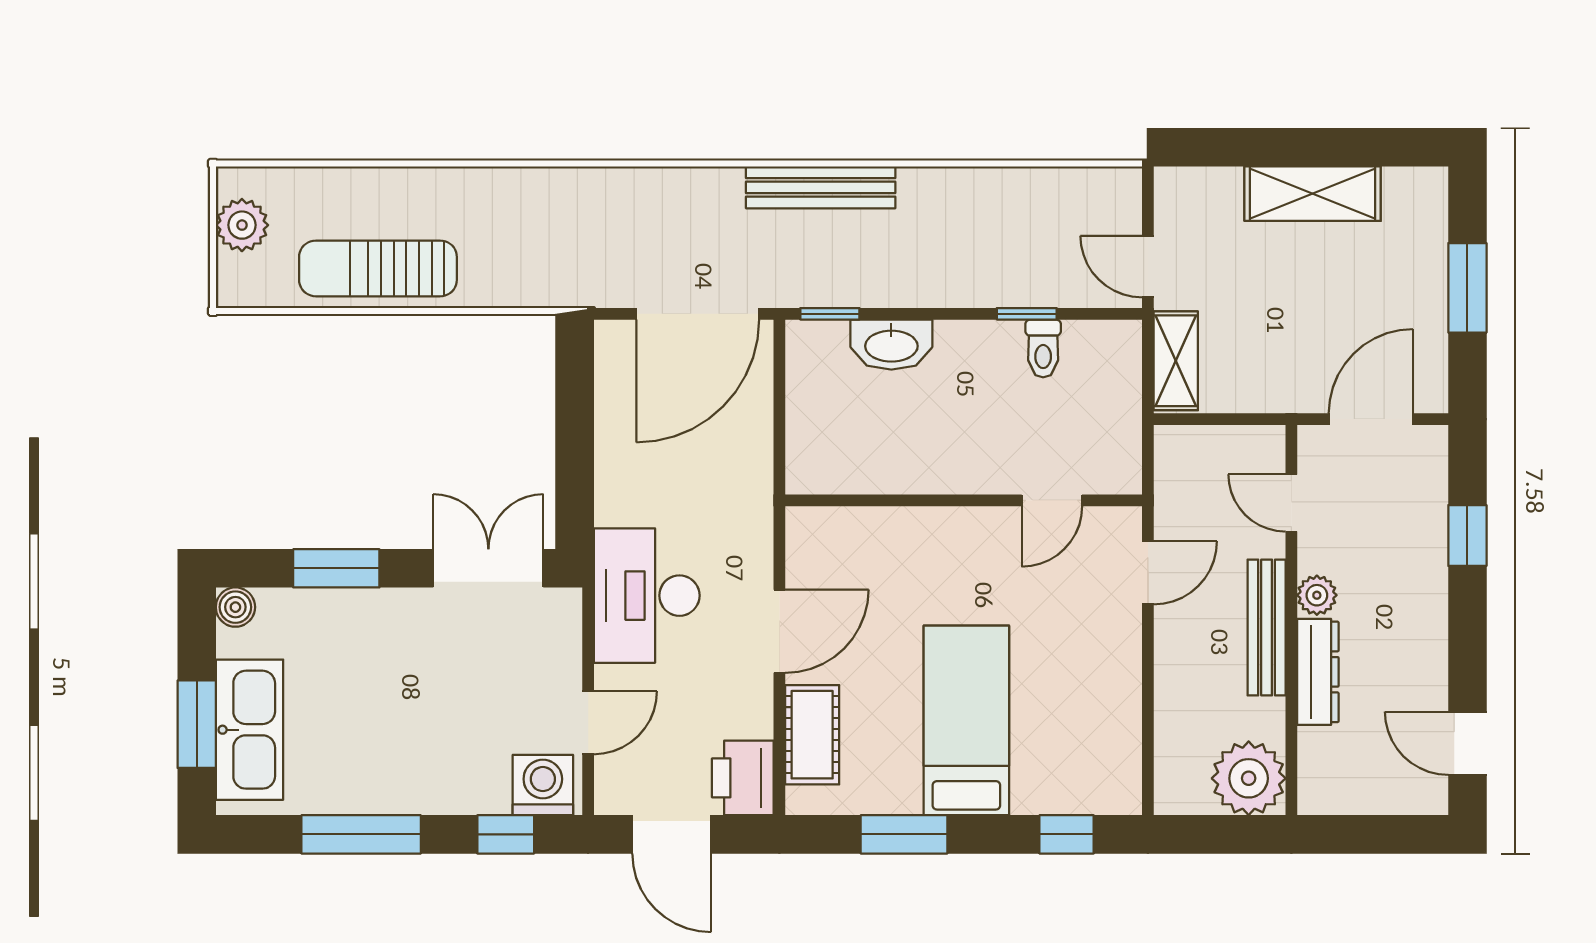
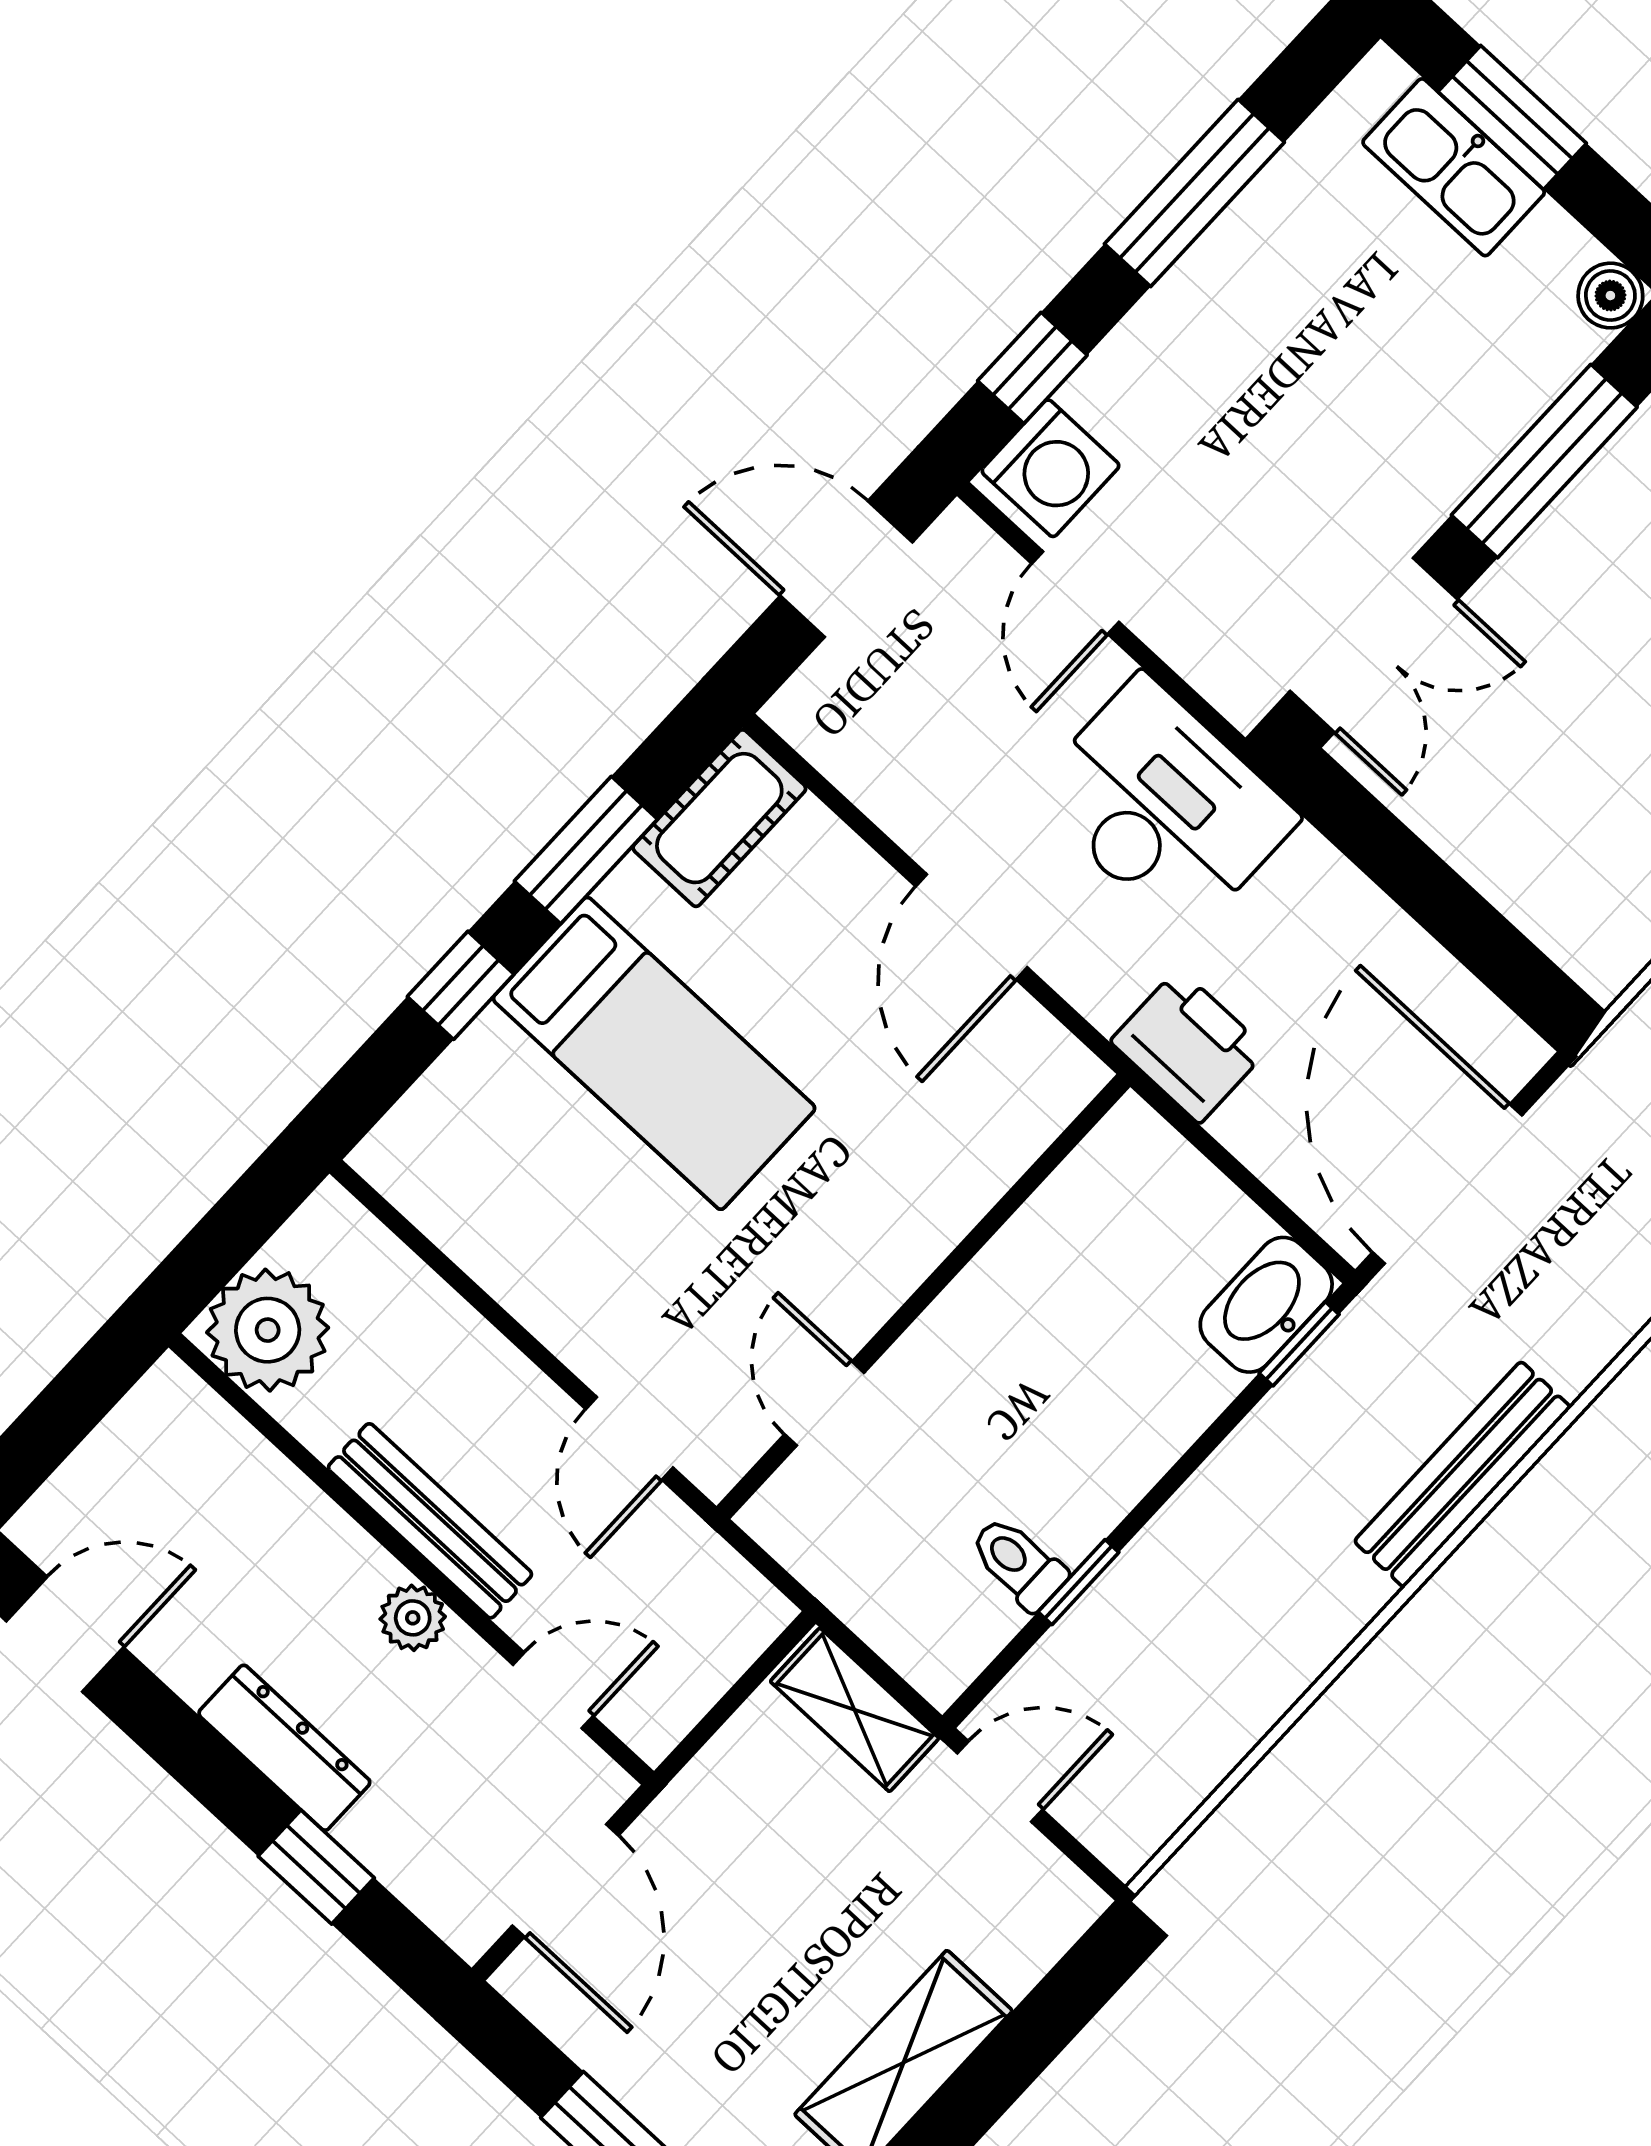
washbasin: (891, 345) -> (1266, 1305), moved
window: (336, 568) -> (1544, 461), width x1.44
dresser: (1318, 672) -> (284, 1748), moved, turned 180
kitchen sink: (249, 730) -> (1454, 167), width x0.73, depth x0.81
cot: (812, 735) -> (719, 818), moved, turned 90
printer: (743, 778) -> (1189, 1046), moved
window: (1067, 834) -> (461, 985), moved

